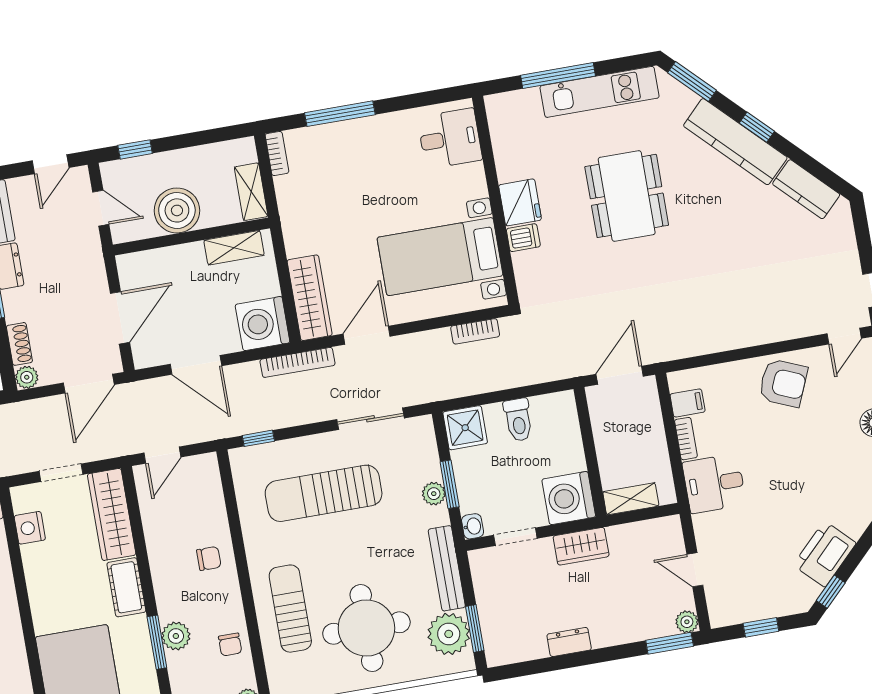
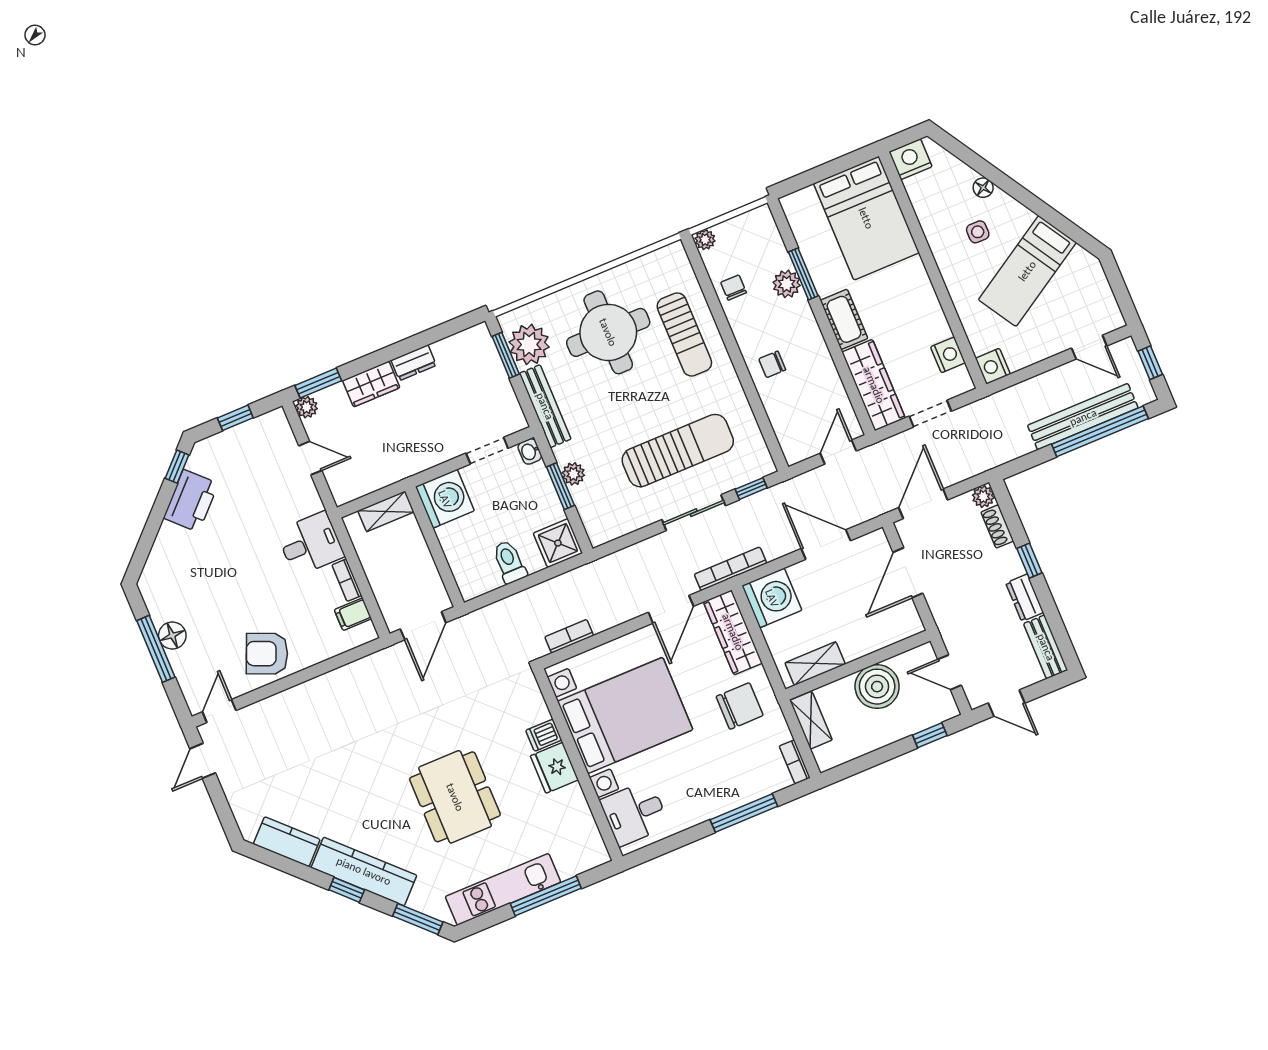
door: (51, 164) -> (1007, 703), swing flipped
chair: (320, 222) -> (740, 706), added
bed with nightstands: (440, 257) -> (625, 715), width x1.36
sliding door: (371, 419) -> (694, 513), moved
wardrobe: (581, 546) -> (371, 384), moved, turned 180

